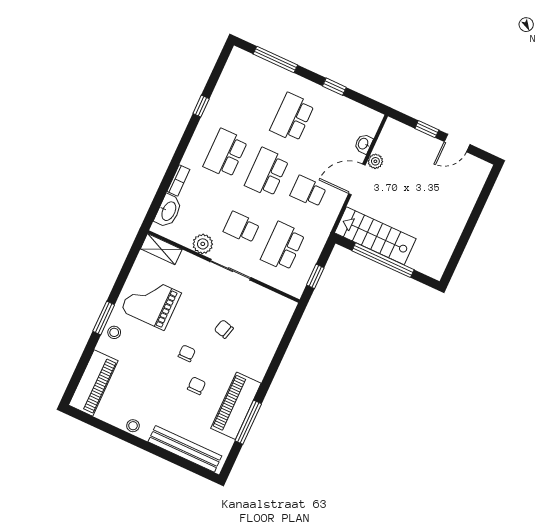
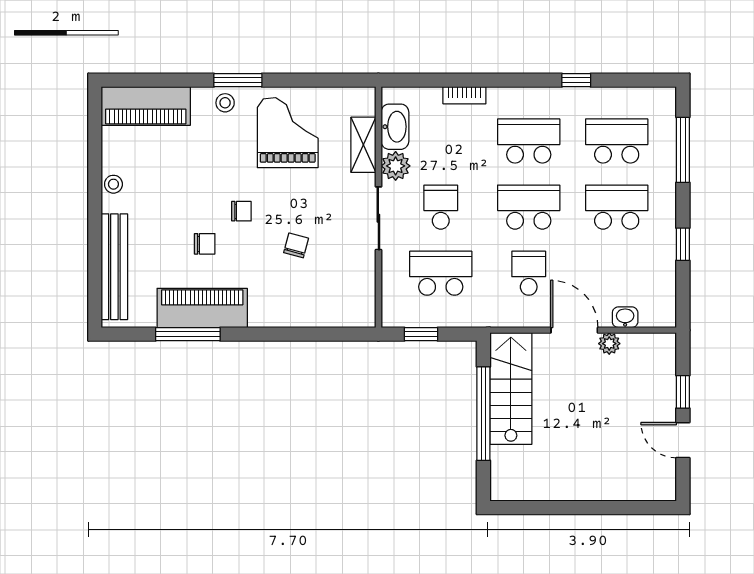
school desk: (251, 98) -> (617, 141), added
washbasin: (168, 211) -> (395, 127), moved, turned -90
shelving: (161, 249) -> (363, 145), moved

